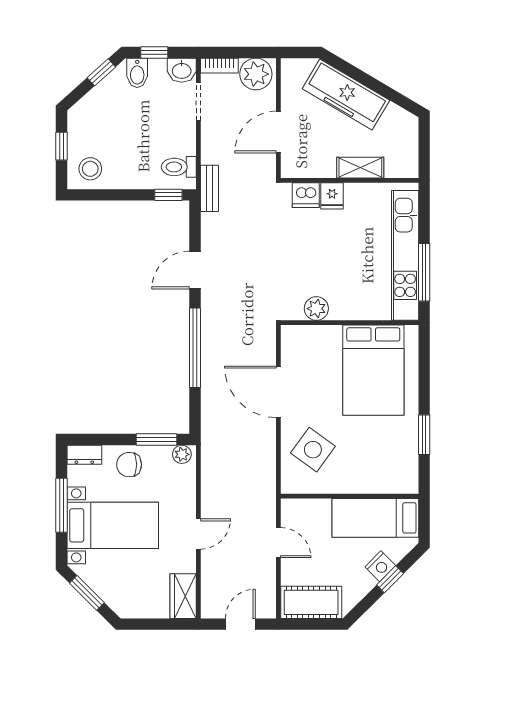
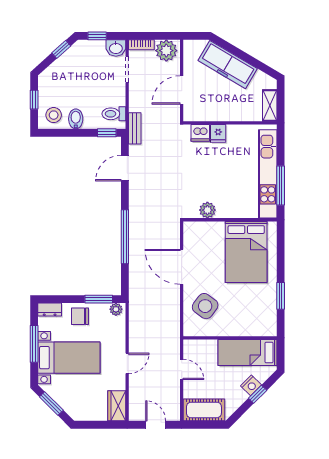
bidet: (137, 73) -> (76, 119), moved, turned 180
shelving: (360, 168) -> (270, 105), moved, turned 90
door: (195, 270) -> (125, 168), moved
door: (240, 624) -> (156, 425), hinge flipped

